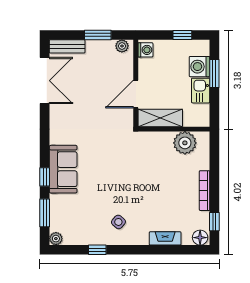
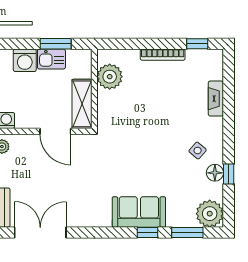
window: (214, 73) -> (56, 44), moved
floor lamp: (200, 238) -> (215, 173), moved
plant: (56, 239) -> (210, 214), width x1.87, depth x1.87

